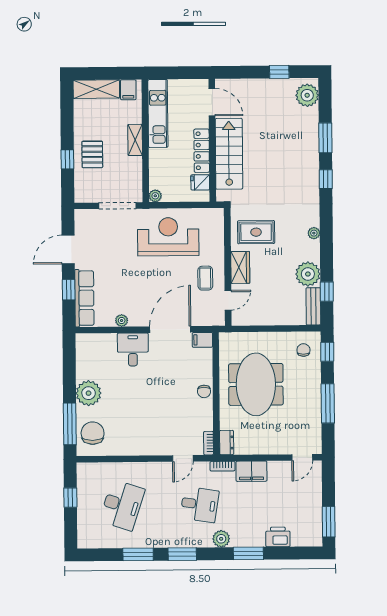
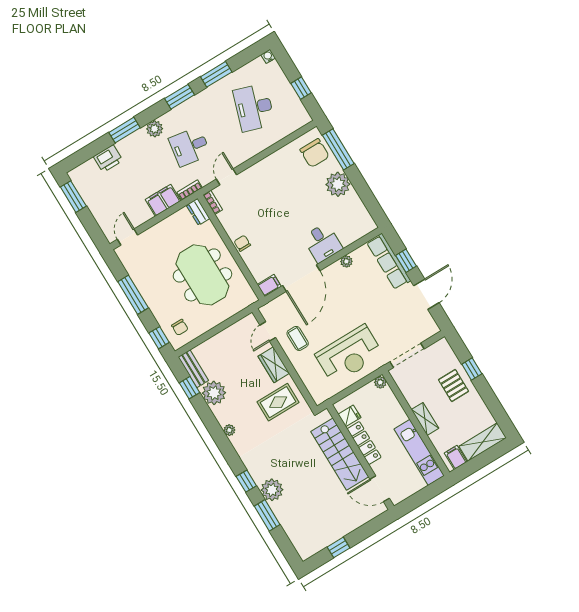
plant: (307, 95) -> (272, 490), moved
water cooler: (83, 543) -> (268, 56), added

